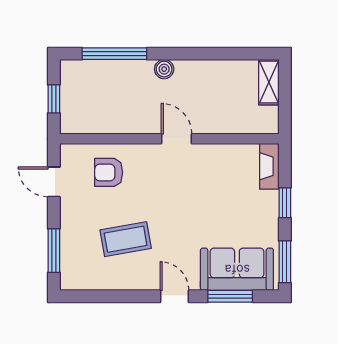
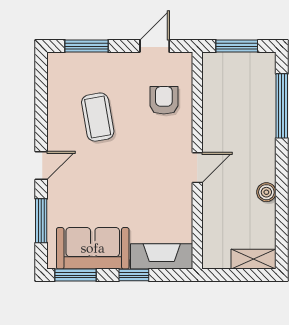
boiler: (164, 69) -> (266, 192), moved
window: (54, 99) -> (237, 46), width x1.50
fireplace: (269, 166) -> (162, 256), width x1.37, depth x1.32
sofa: (237, 269) -> (93, 248), moved, turned -90

